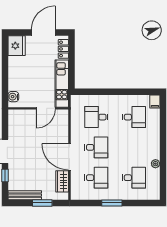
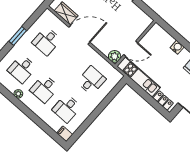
water cooler: (13, 97) -> (177, 47), moved
door: (46, 108) -> (131, 49), swing flipped
plant: (62, 116) -> (115, 56), added
desk: (96, 147) -> (44, 89), moved

